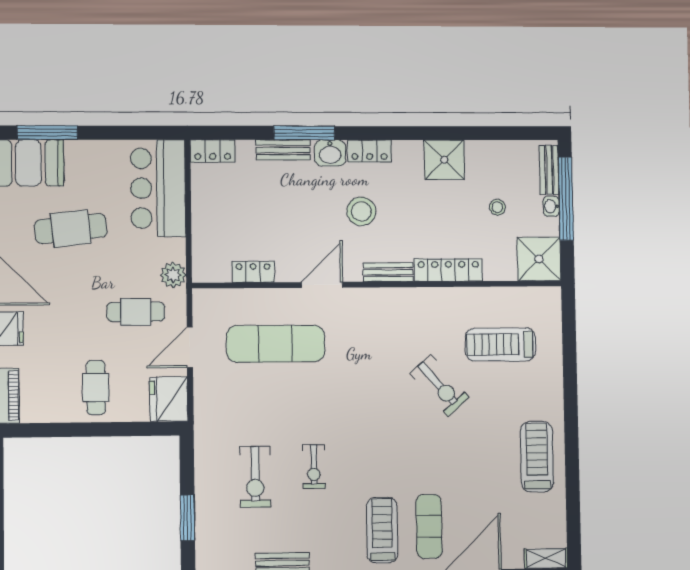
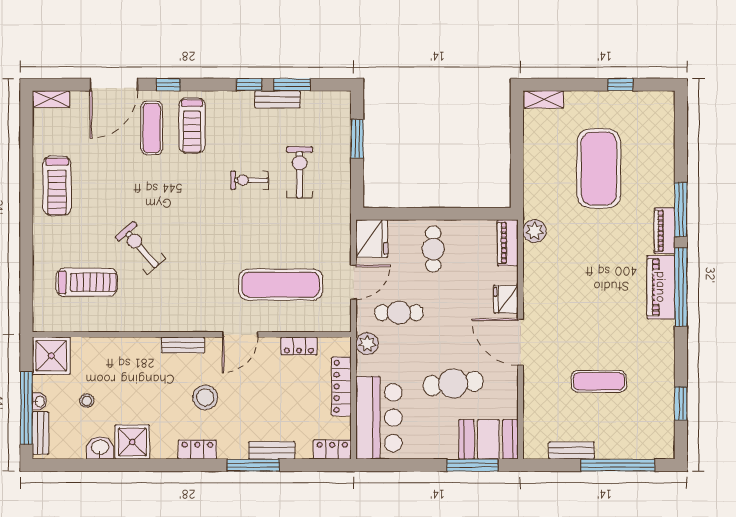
washbasin: (330, 153) -> (100, 448), moved
locker: (448, 270) -> (341, 386), moved, turned 90
exercise bike: (314, 466) -> (250, 180), turned -90

